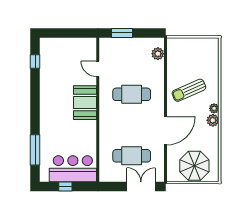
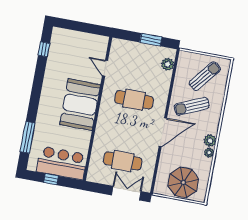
window: (122, 33) -> (151, 40), moved
sun lounger: (196, 59) -> (205, 76), added
booth: (85, 103) -> (80, 105), width x1.36, depth x1.42
plant: (214, 108) -> (209, 153), moved
door: (165, 131) -> (163, 132), moved

